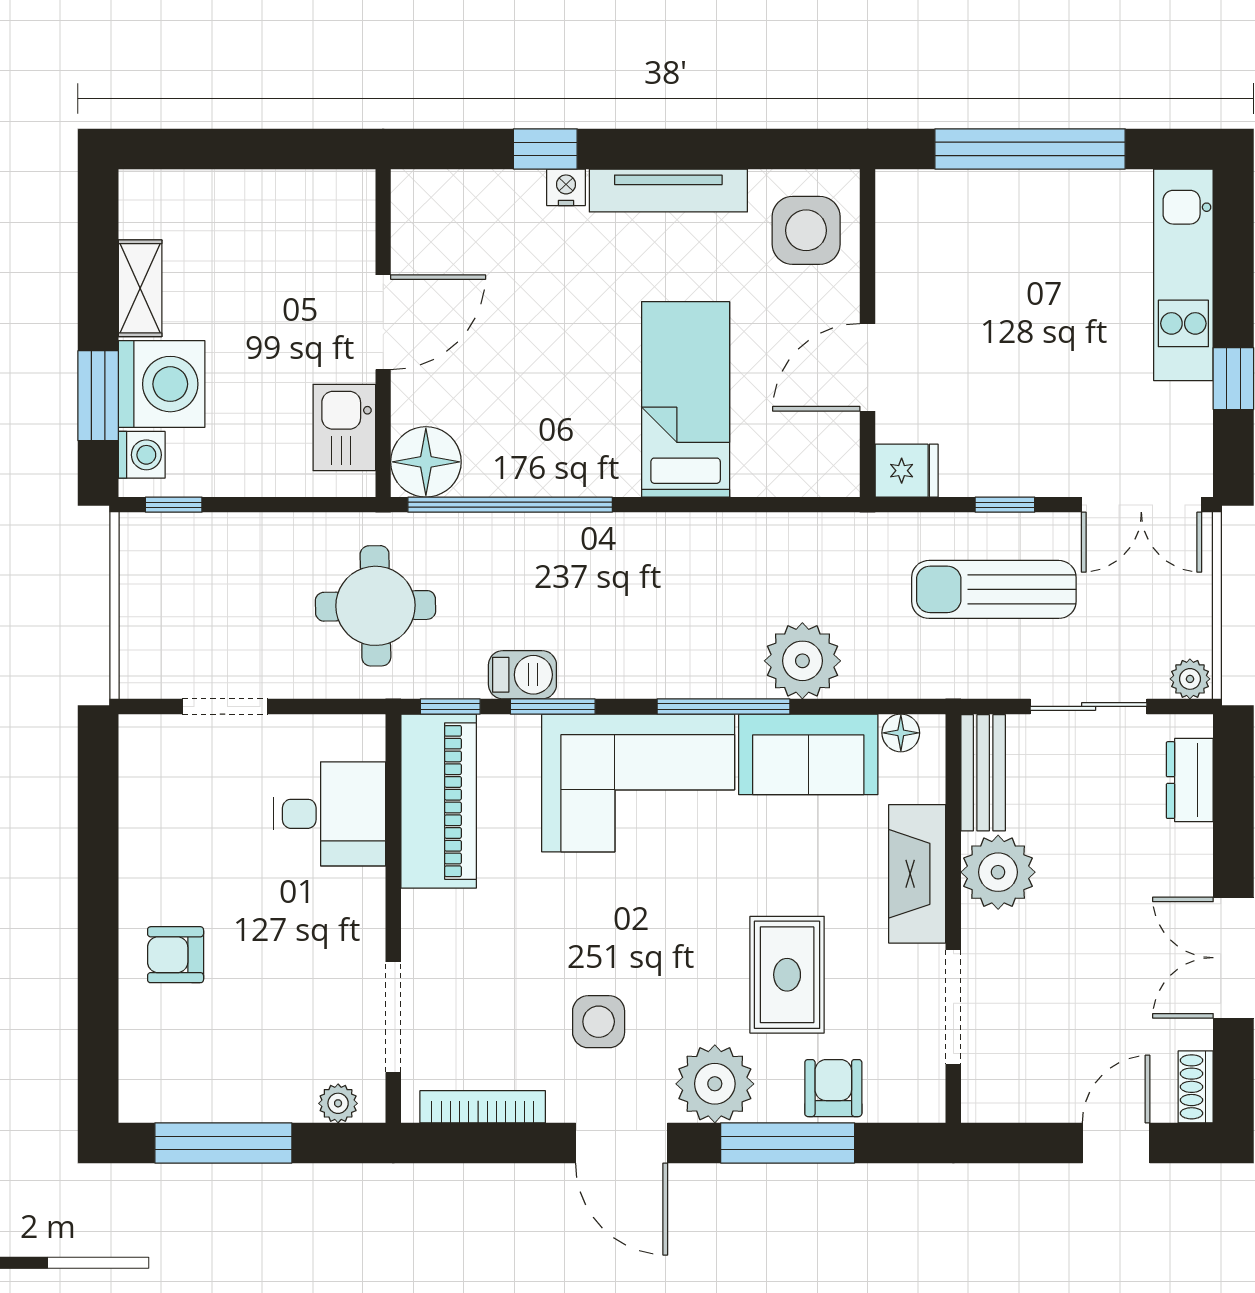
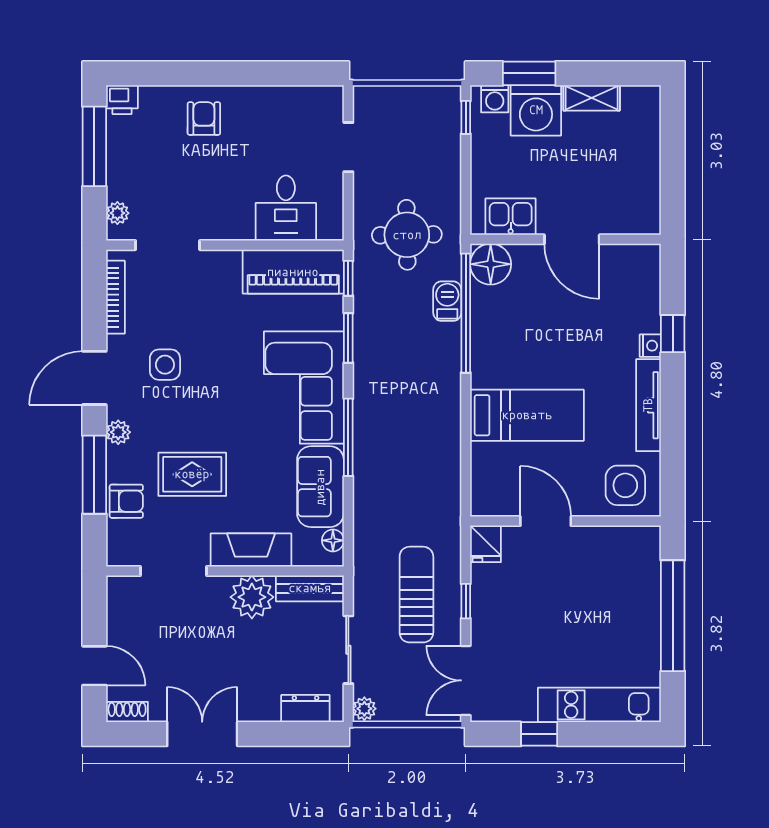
plant: (802, 661) -> (375, 483), removed
barbecue: (522, 675) -> (447, 301), moved, turned 180
plant: (715, 1084) -> (118, 432), width x0.53, depth x0.53
printer: (143, 1095) -> (122, 100), added

